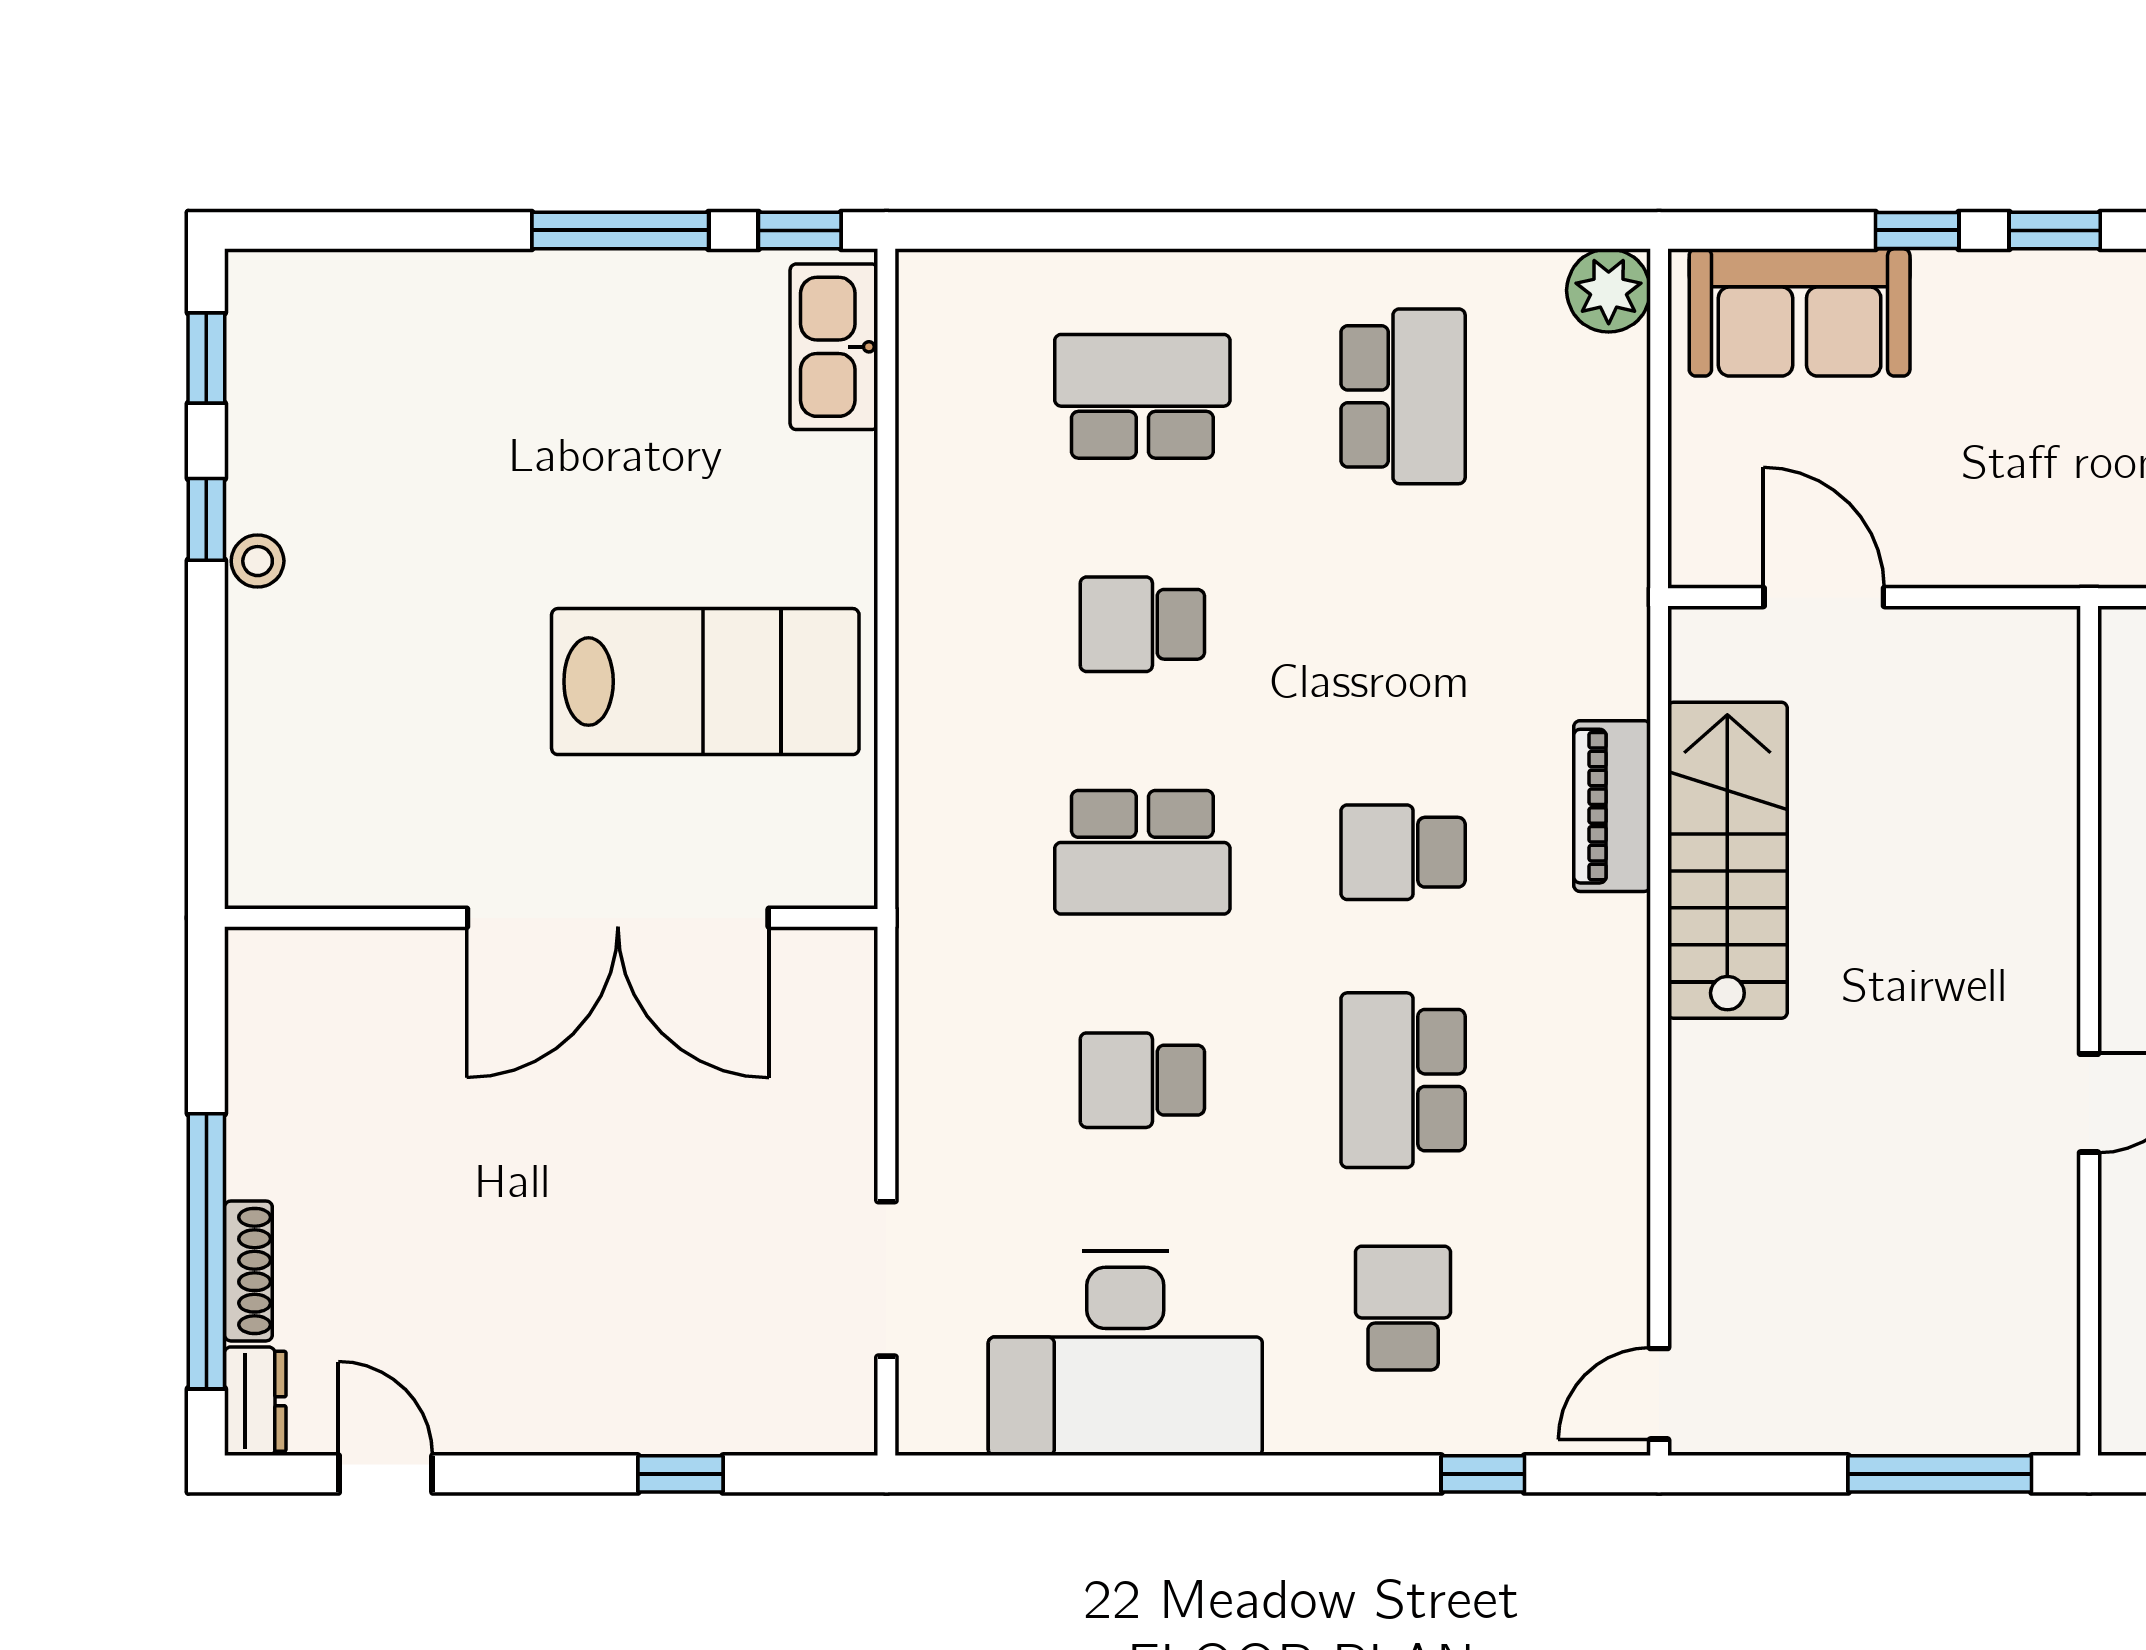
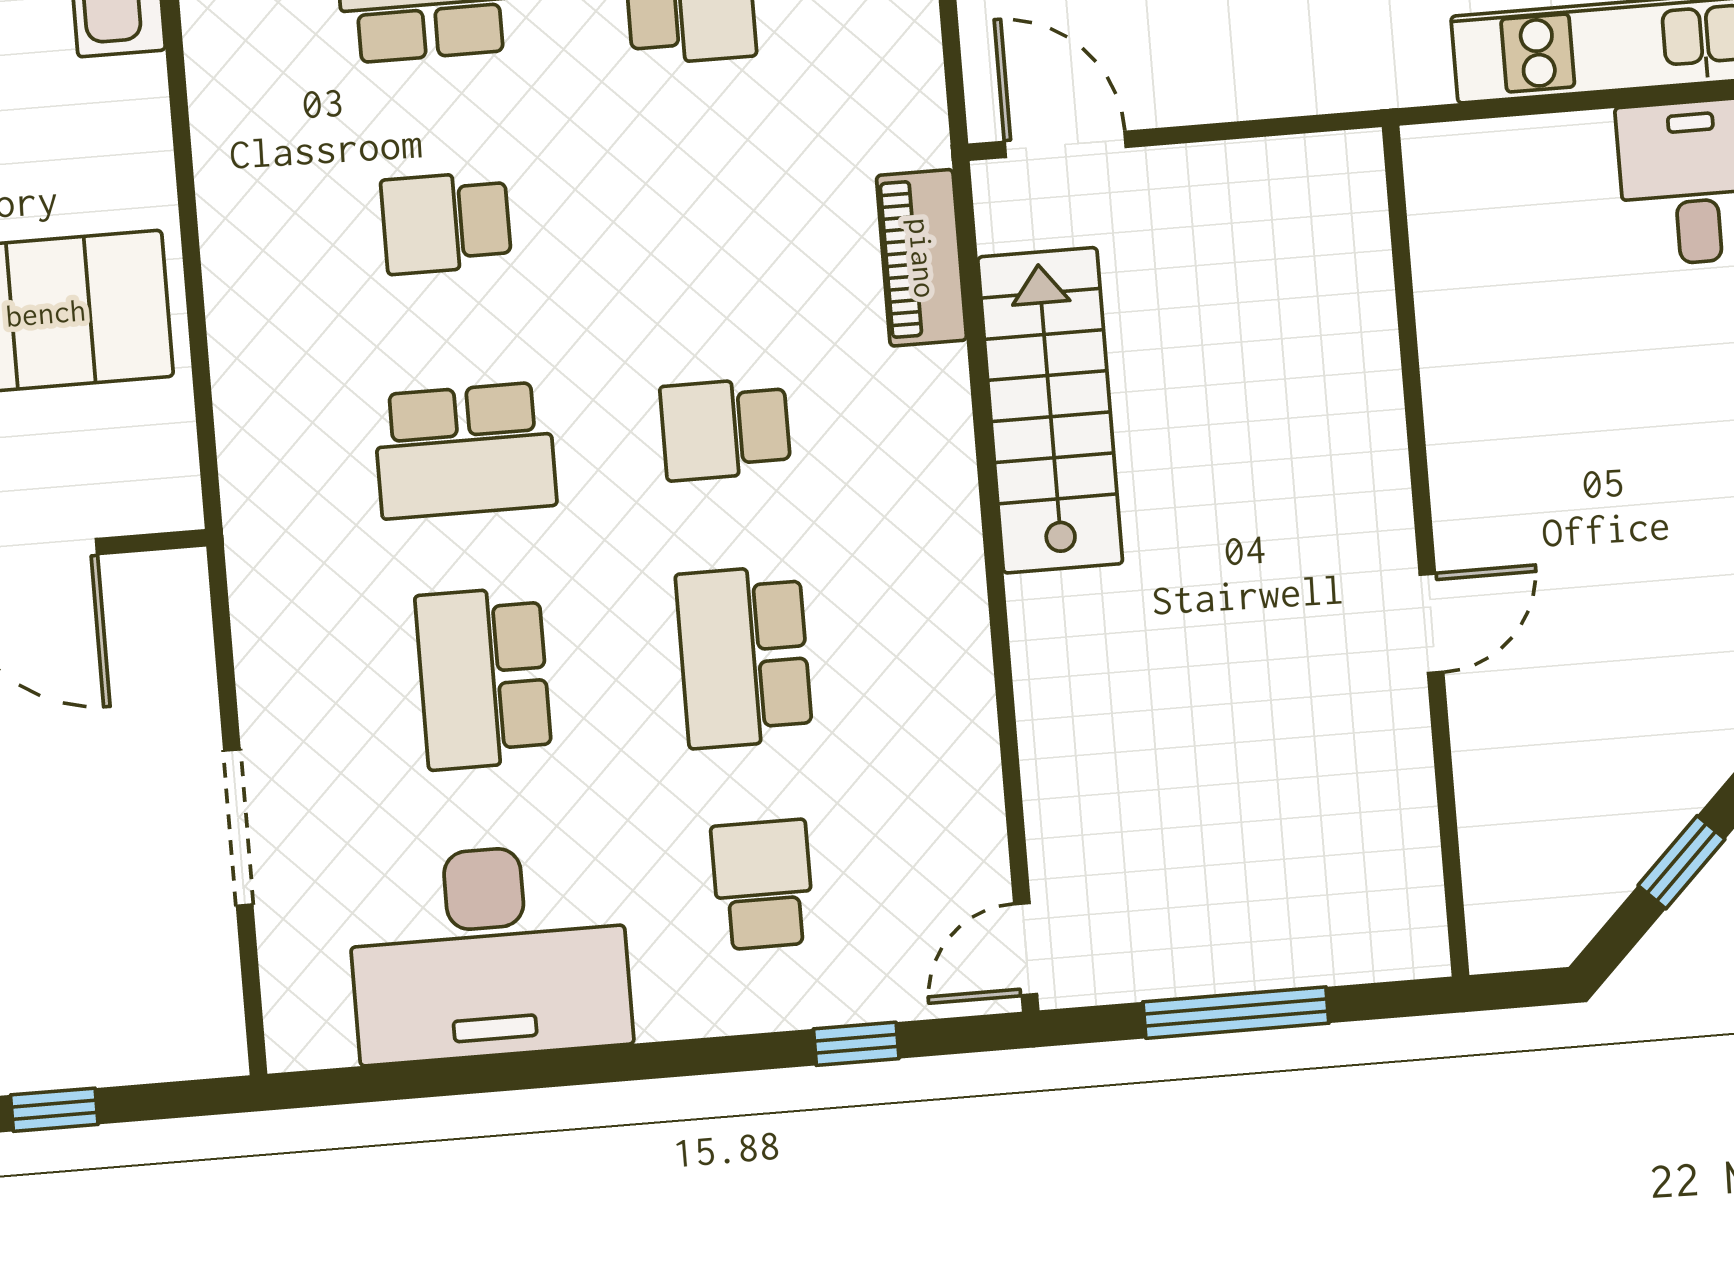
door: (1824, 597) -> (1065, 144), moved
piano: (1612, 806) -> (922, 258), moved
school desk: (1142, 1080) -> (484, 678), width x1.85
doorway: (886, 1279) -> (238, 828), moved
window: (1940, 1474) -> (1236, 1013), moved

